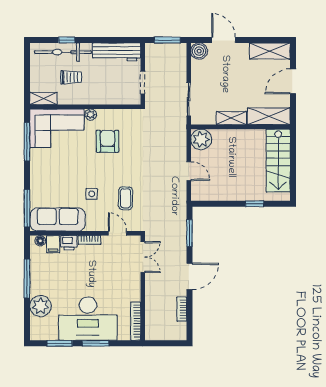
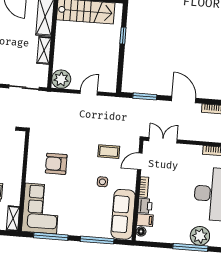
plant: (91, 115) -> (31, 177), removed
window: (27, 208) -> (97, 240), moved
window: (27, 278) -> (190, 247), moved

